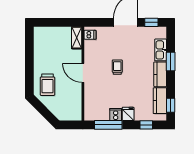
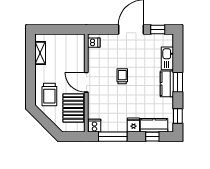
shelving: (77, 38) -> (40, 53), moved
window: (171, 61) -> (178, 82), moved
pallet: (71, 98) -> (73, 108), added
kitchen counter: (160, 101) -> (154, 125), moved, turned 90
cooker: (116, 114) -> (94, 126), moved

